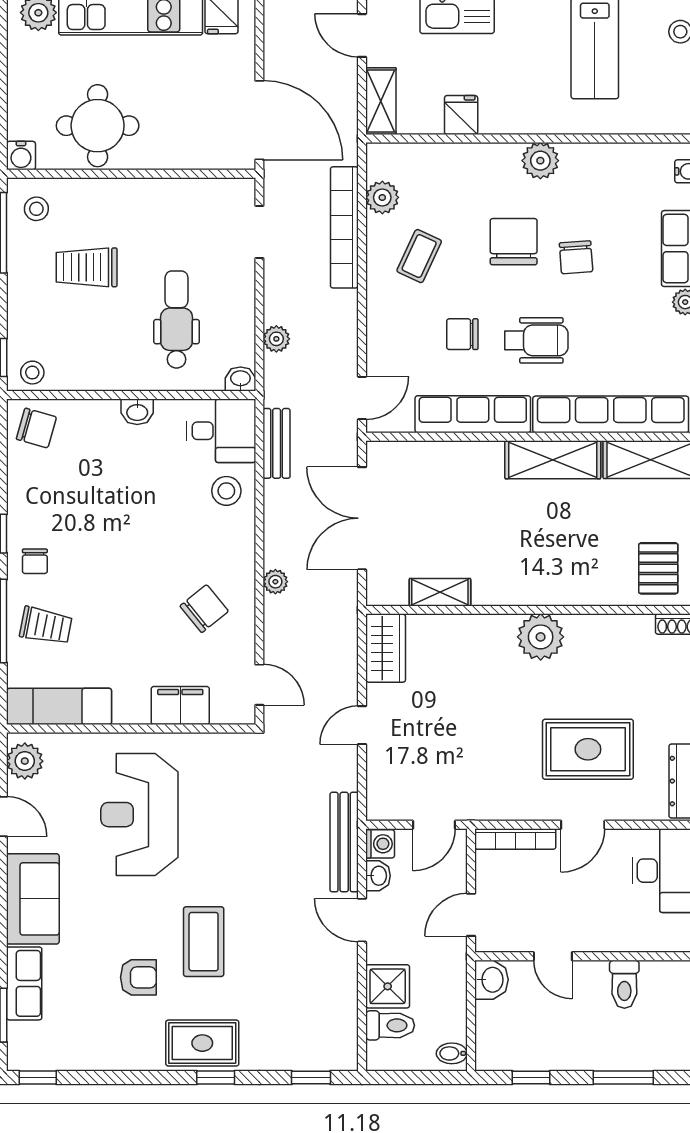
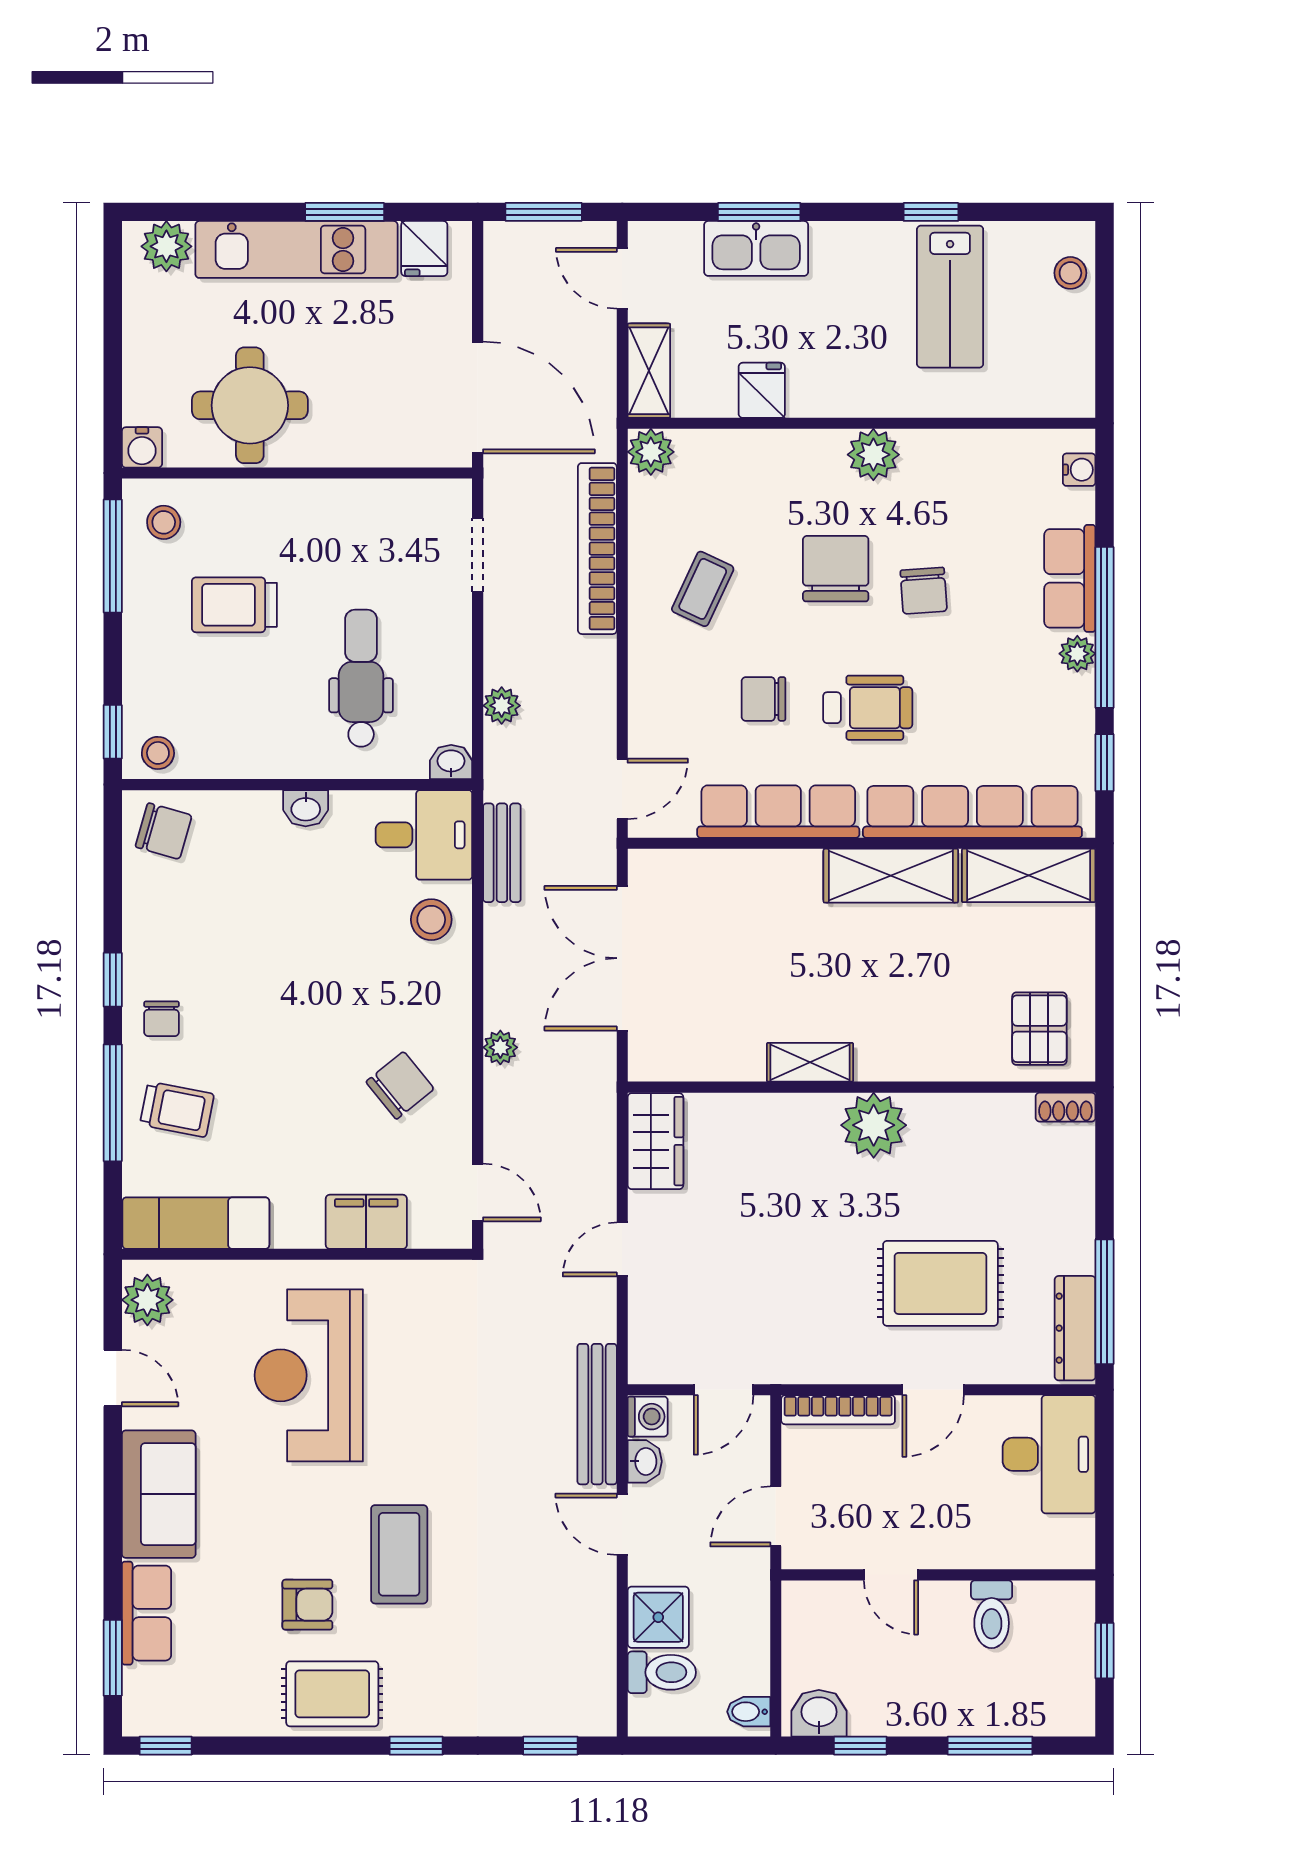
plant: (382, 197) -> (651, 452), moved
shelving: (440, 592) -> (810, 1062), moved
washbasin: (491, 980) -> (819, 1713), moved, turned -90
rug: (202, 1043) -> (332, 1694), moved

